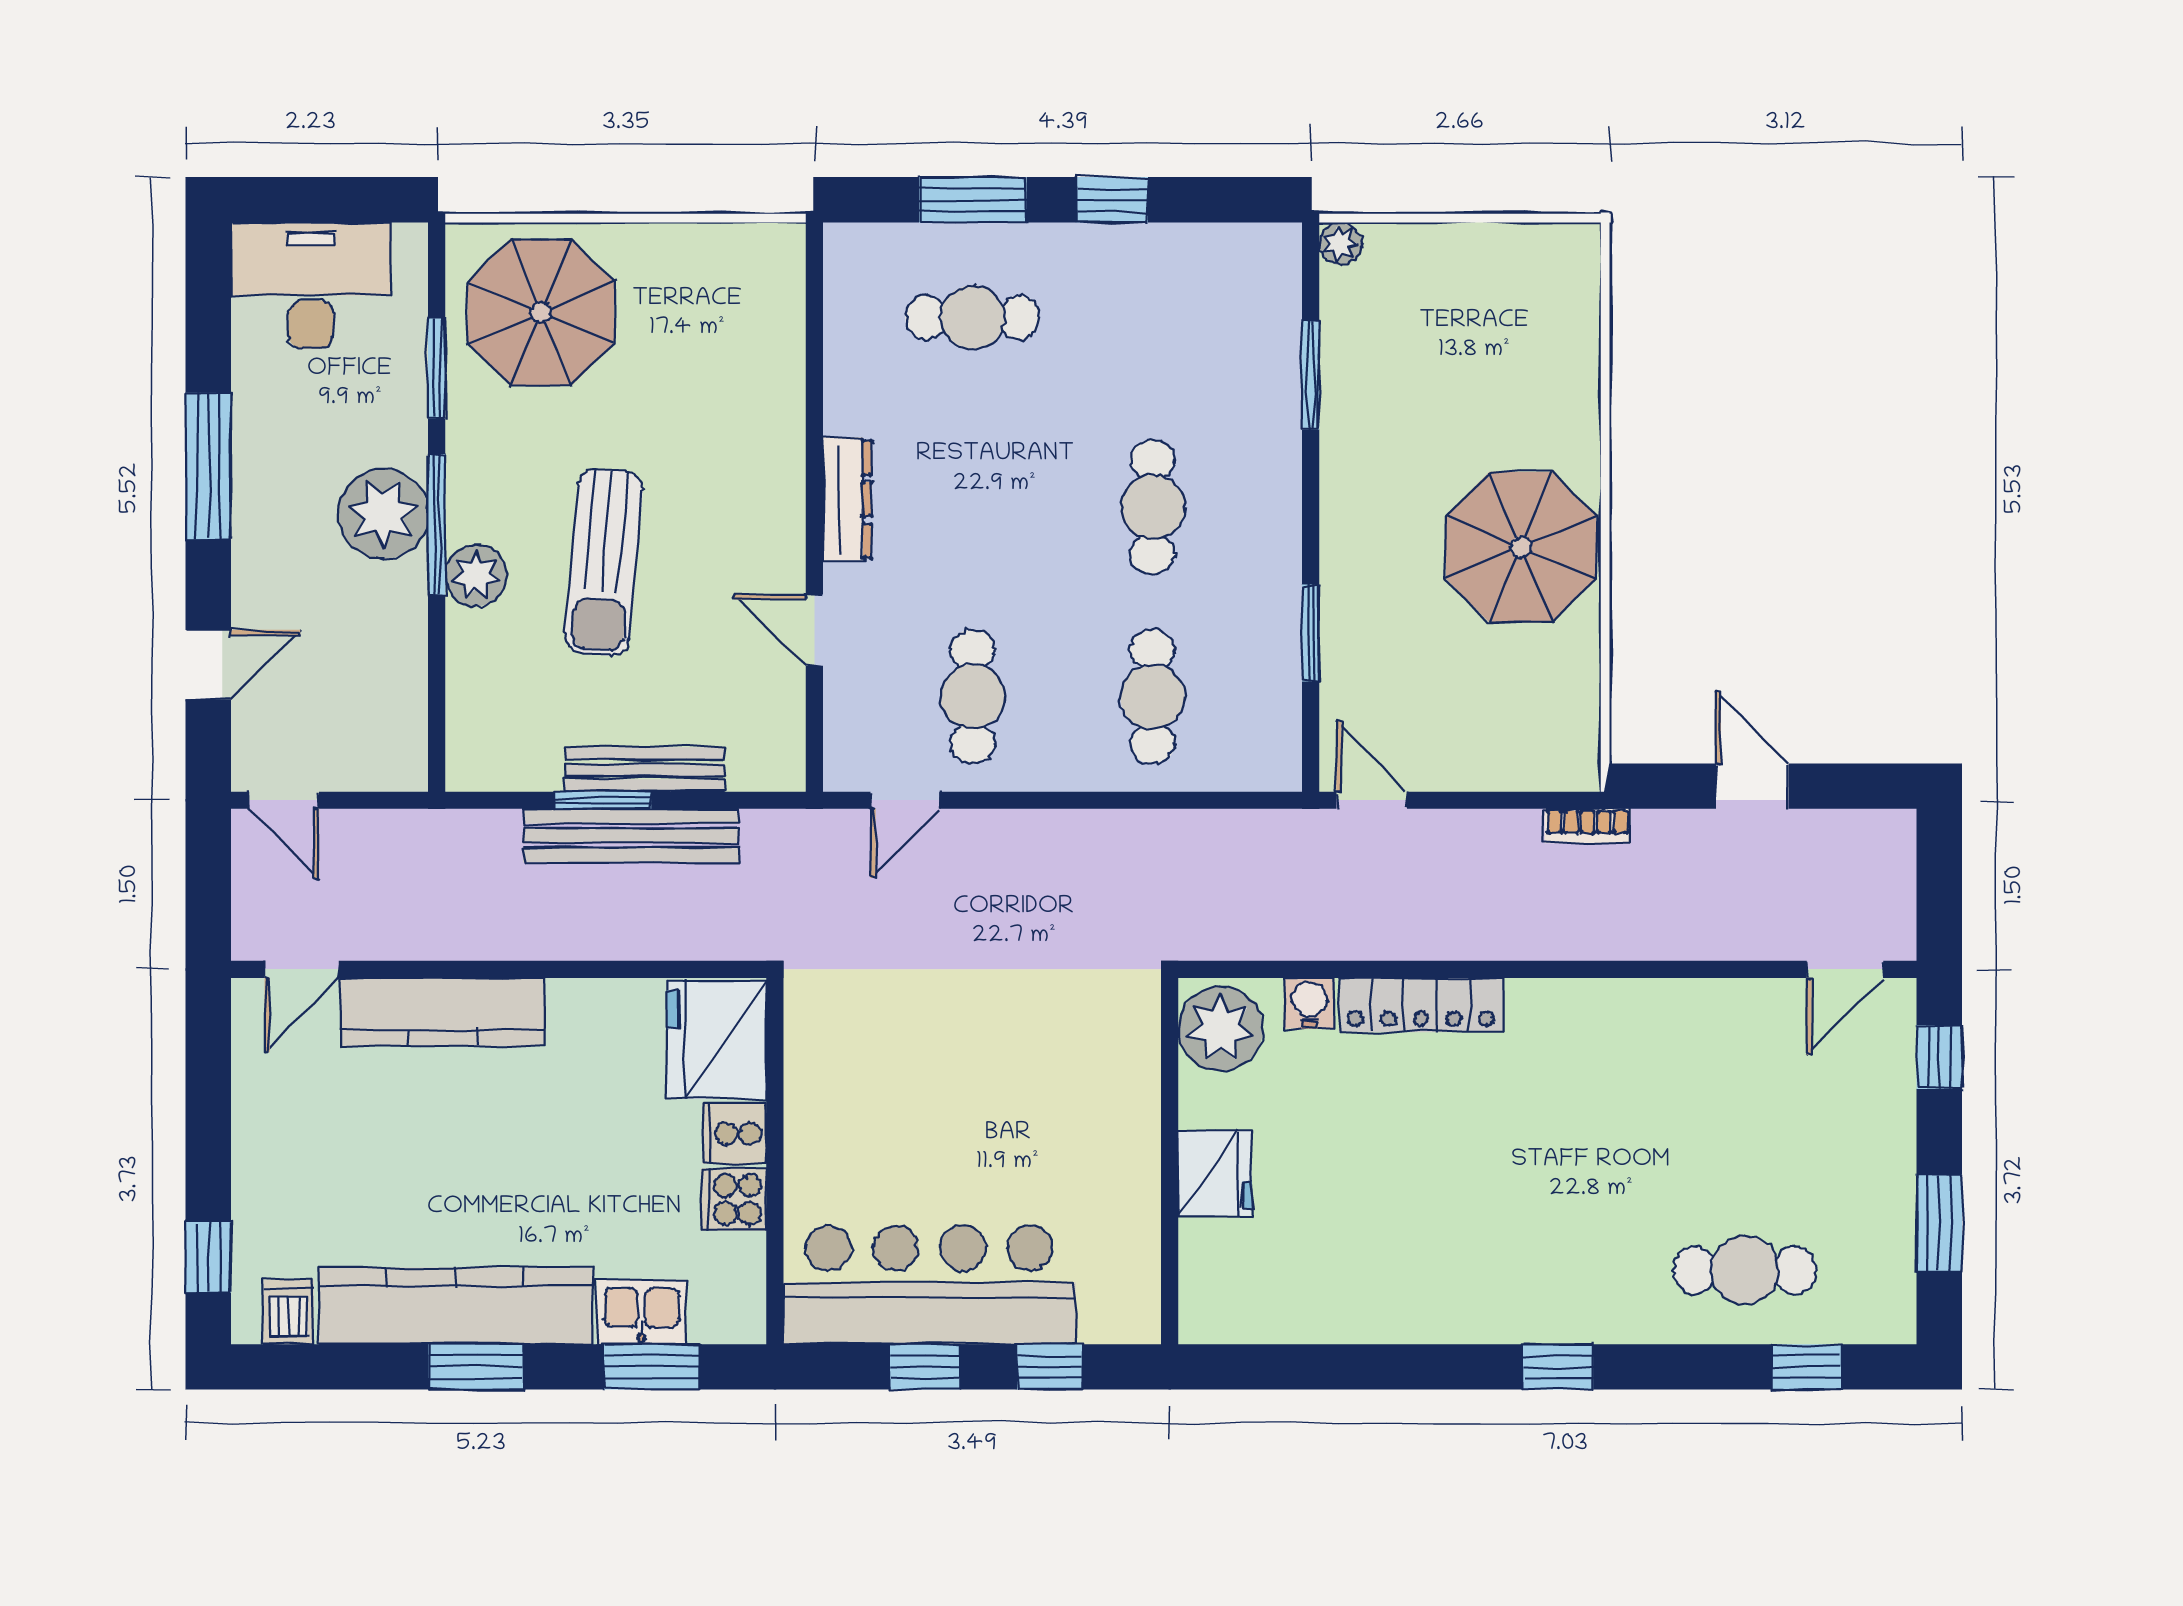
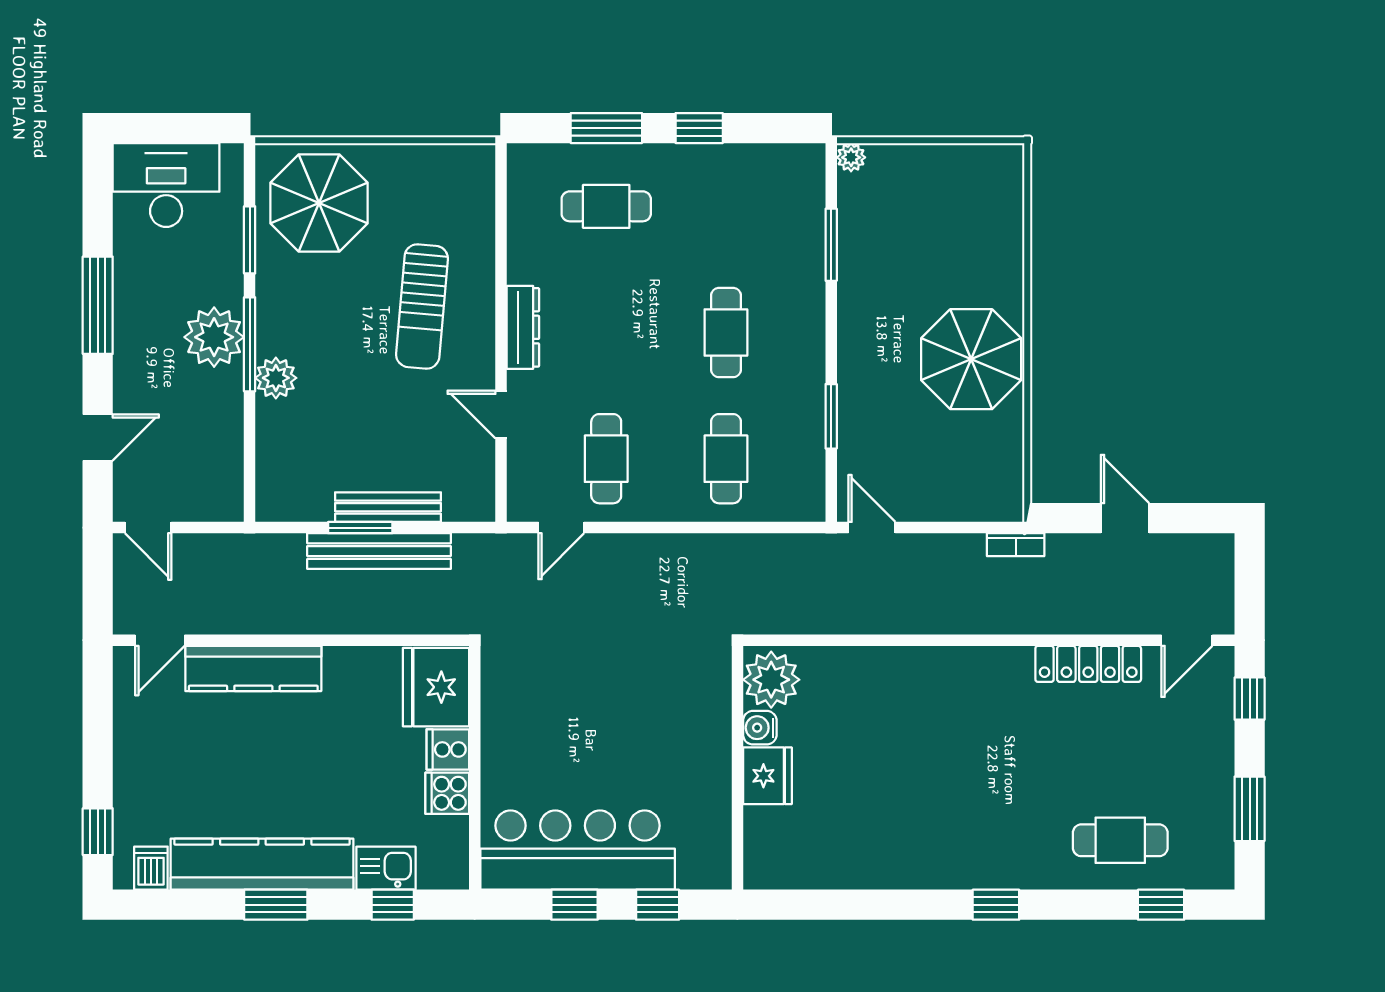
sun lounger: (604, 562) -> (422, 306), moved
water cooler: (1309, 1003) -> (760, 728), moved, turned -90
locker: (1421, 1005) -> (1088, 664), moved
window: (652, 1367) -> (393, 905), width x0.67

